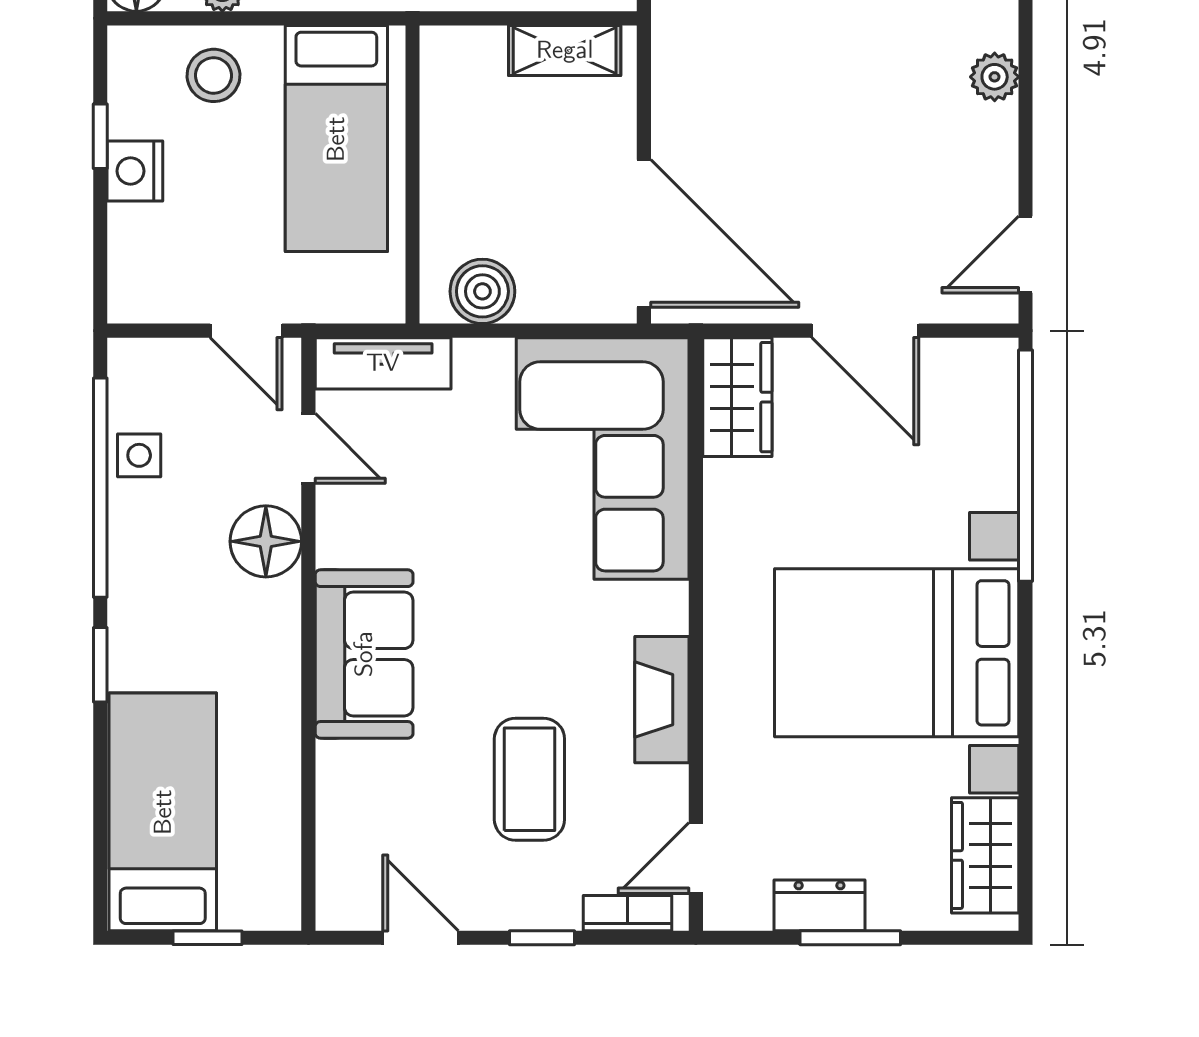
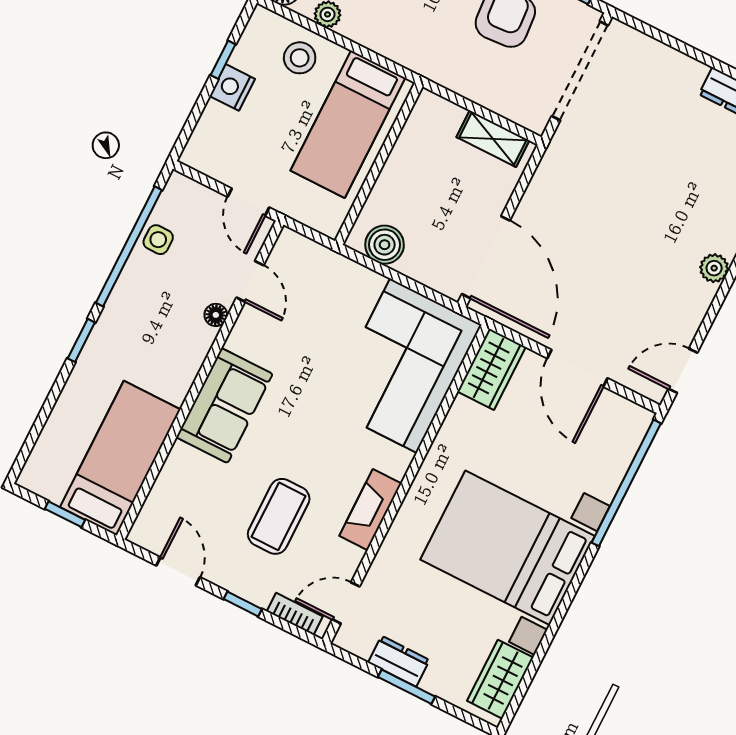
tv unit: (383, 363) -> (312, 256), removed
floor lamp: (266, 541) -> (216, 315), width x0.53, depth x0.53
bed: (163, 812) -> (120, 458), moved

